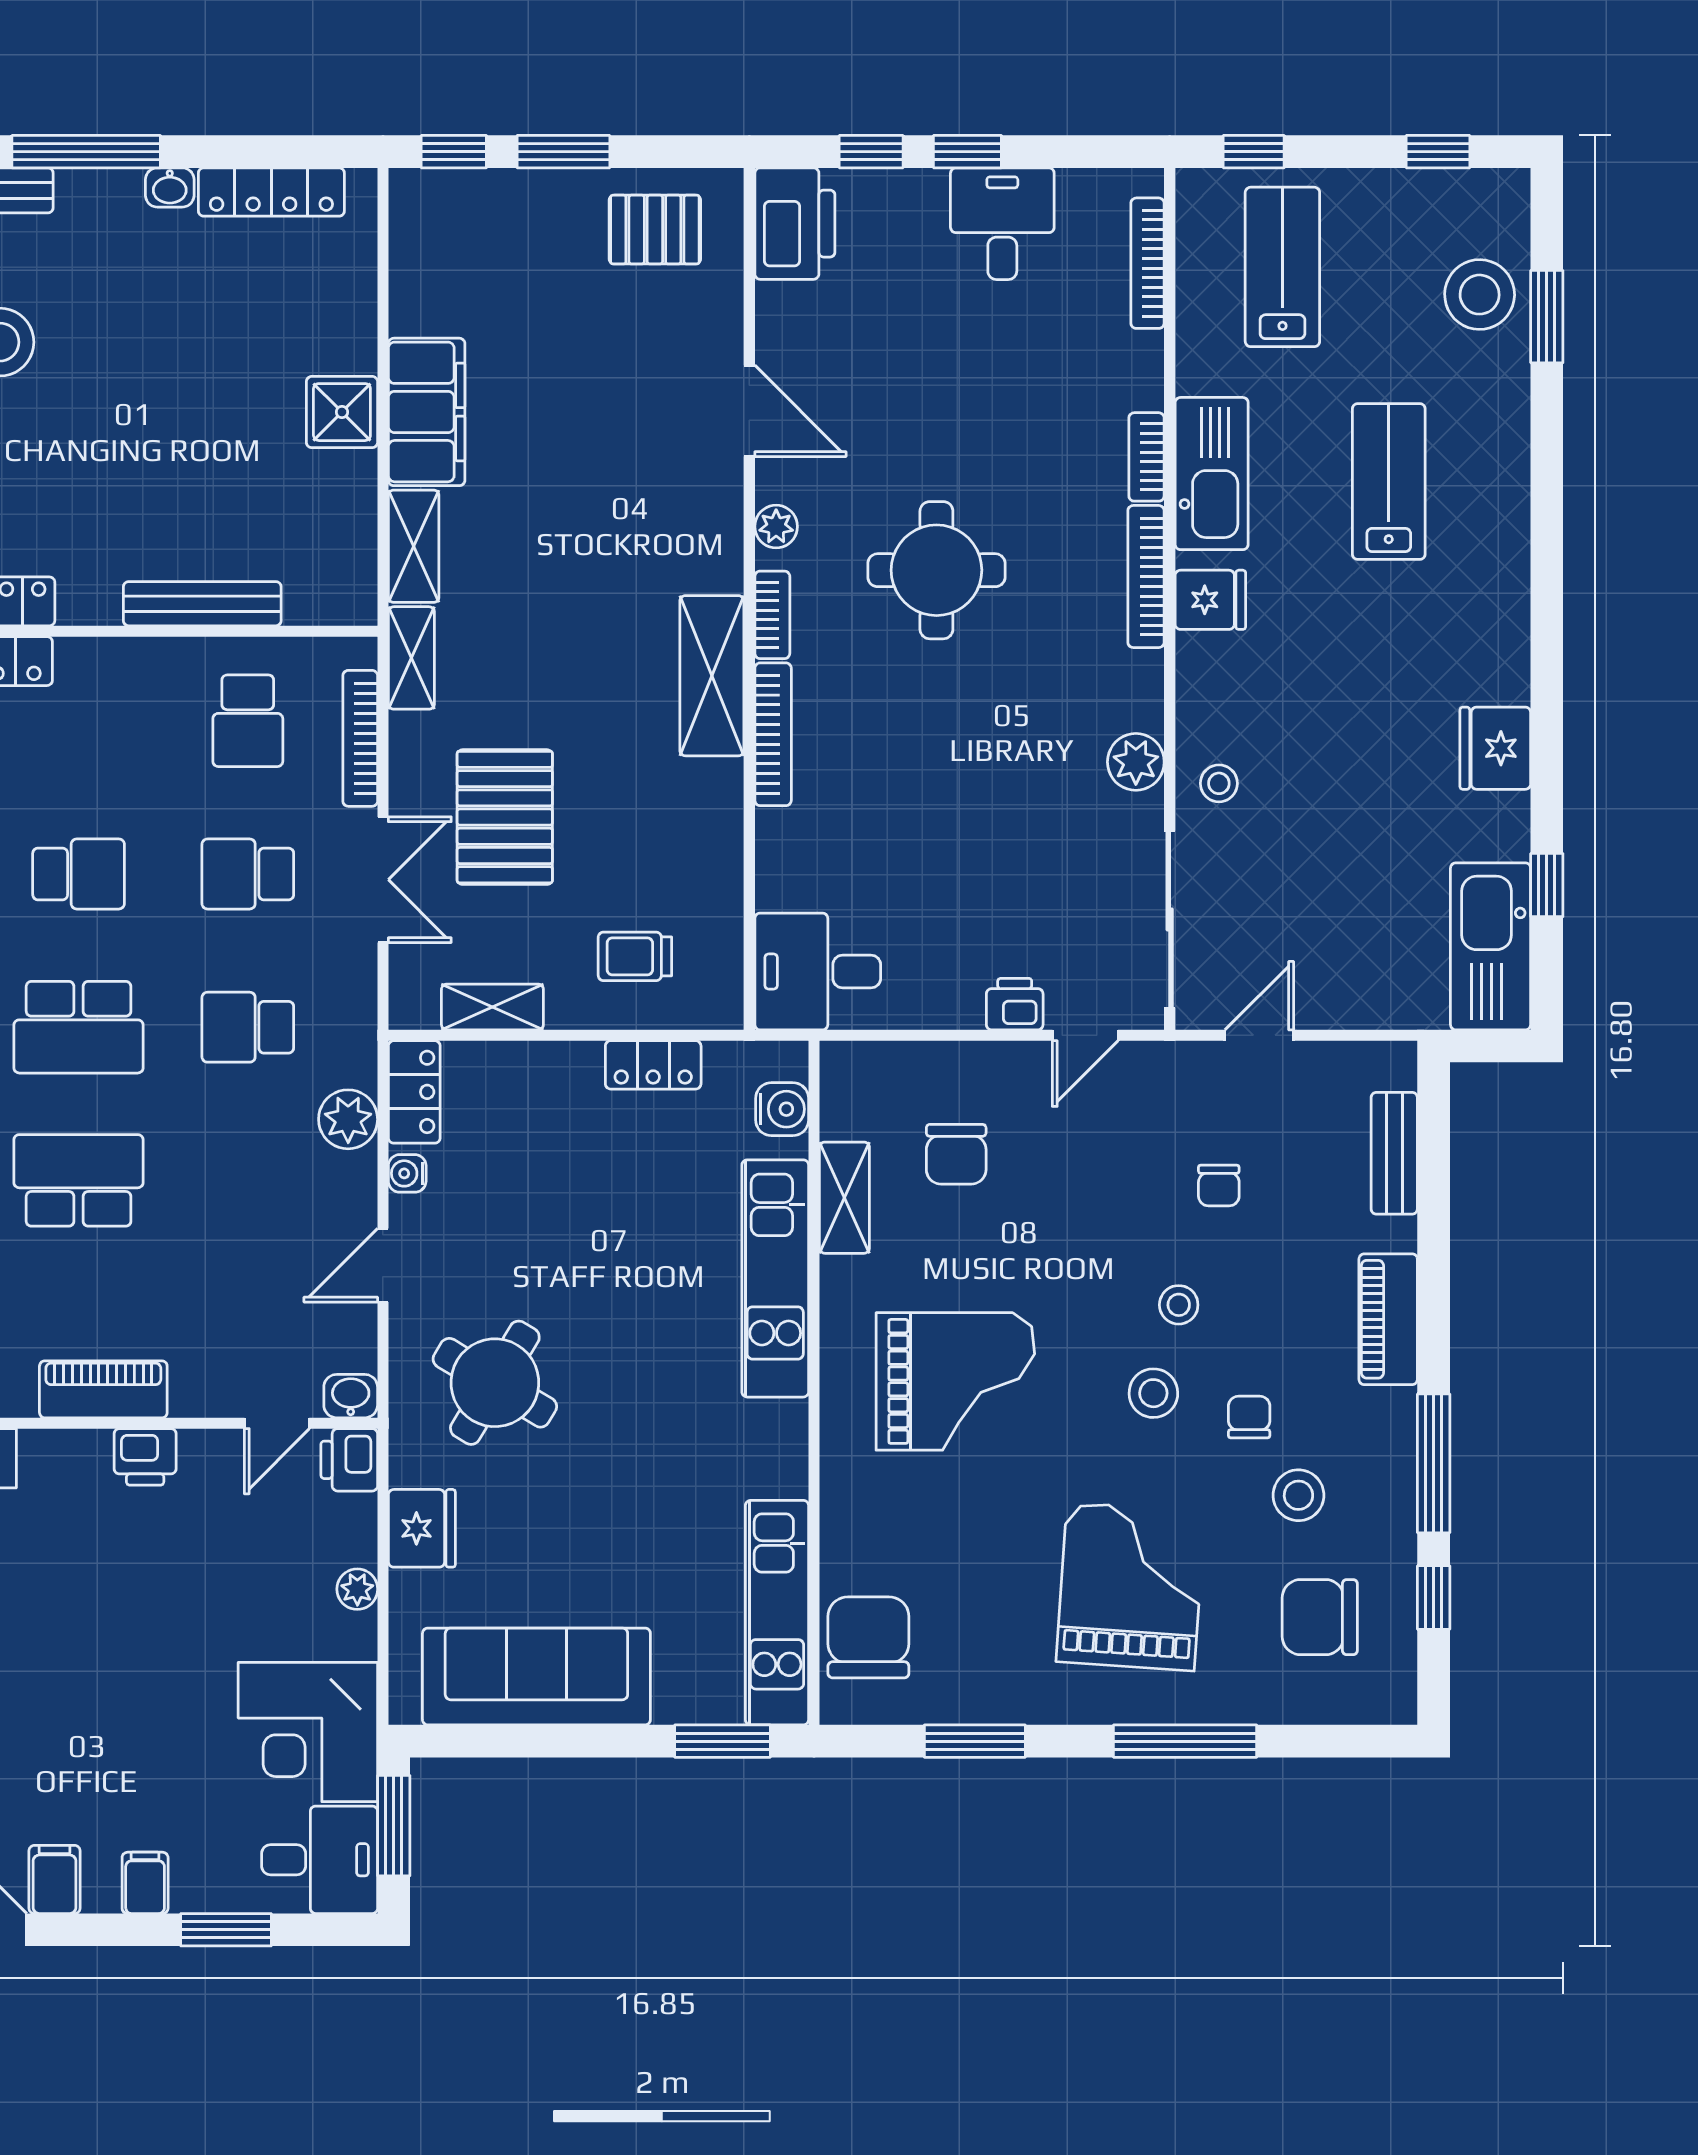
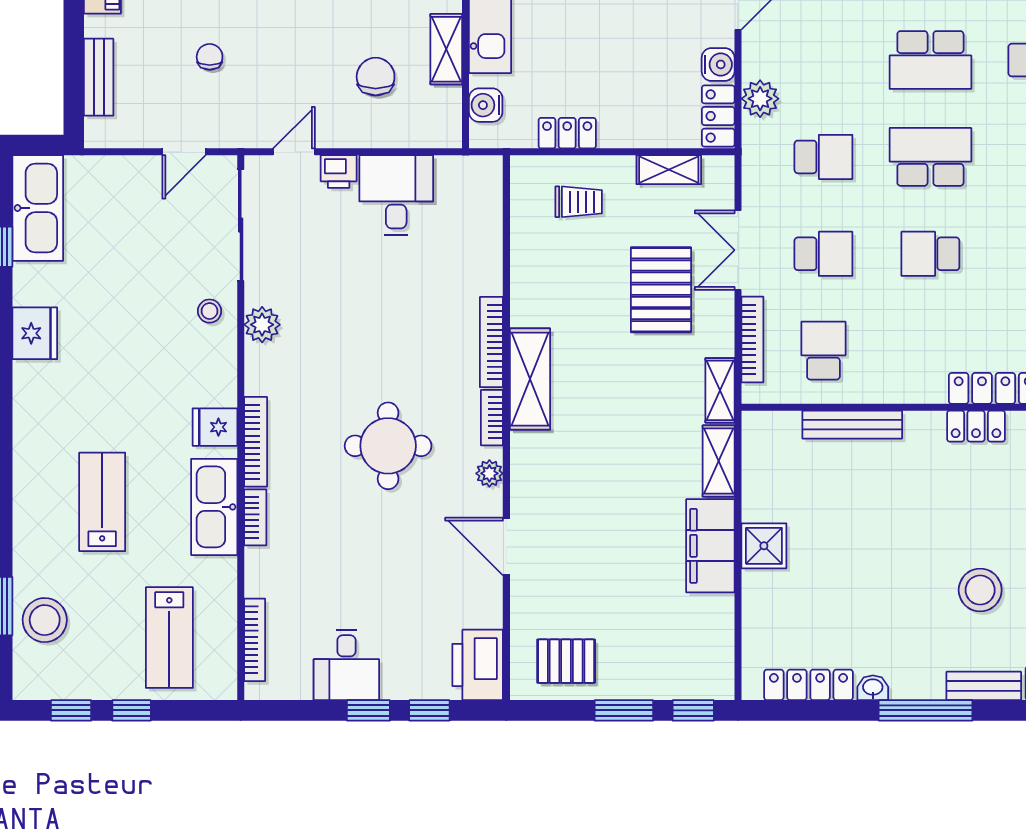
window: (1254, 152) -> (132, 710), moved
lab bench: (1389, 482) -> (102, 502), turned 180
desk: (818, 972) -> (396, 195), moved, turned -90
water cooler: (407, 1173) -> (718, 64), width x1.38, depth x1.38

